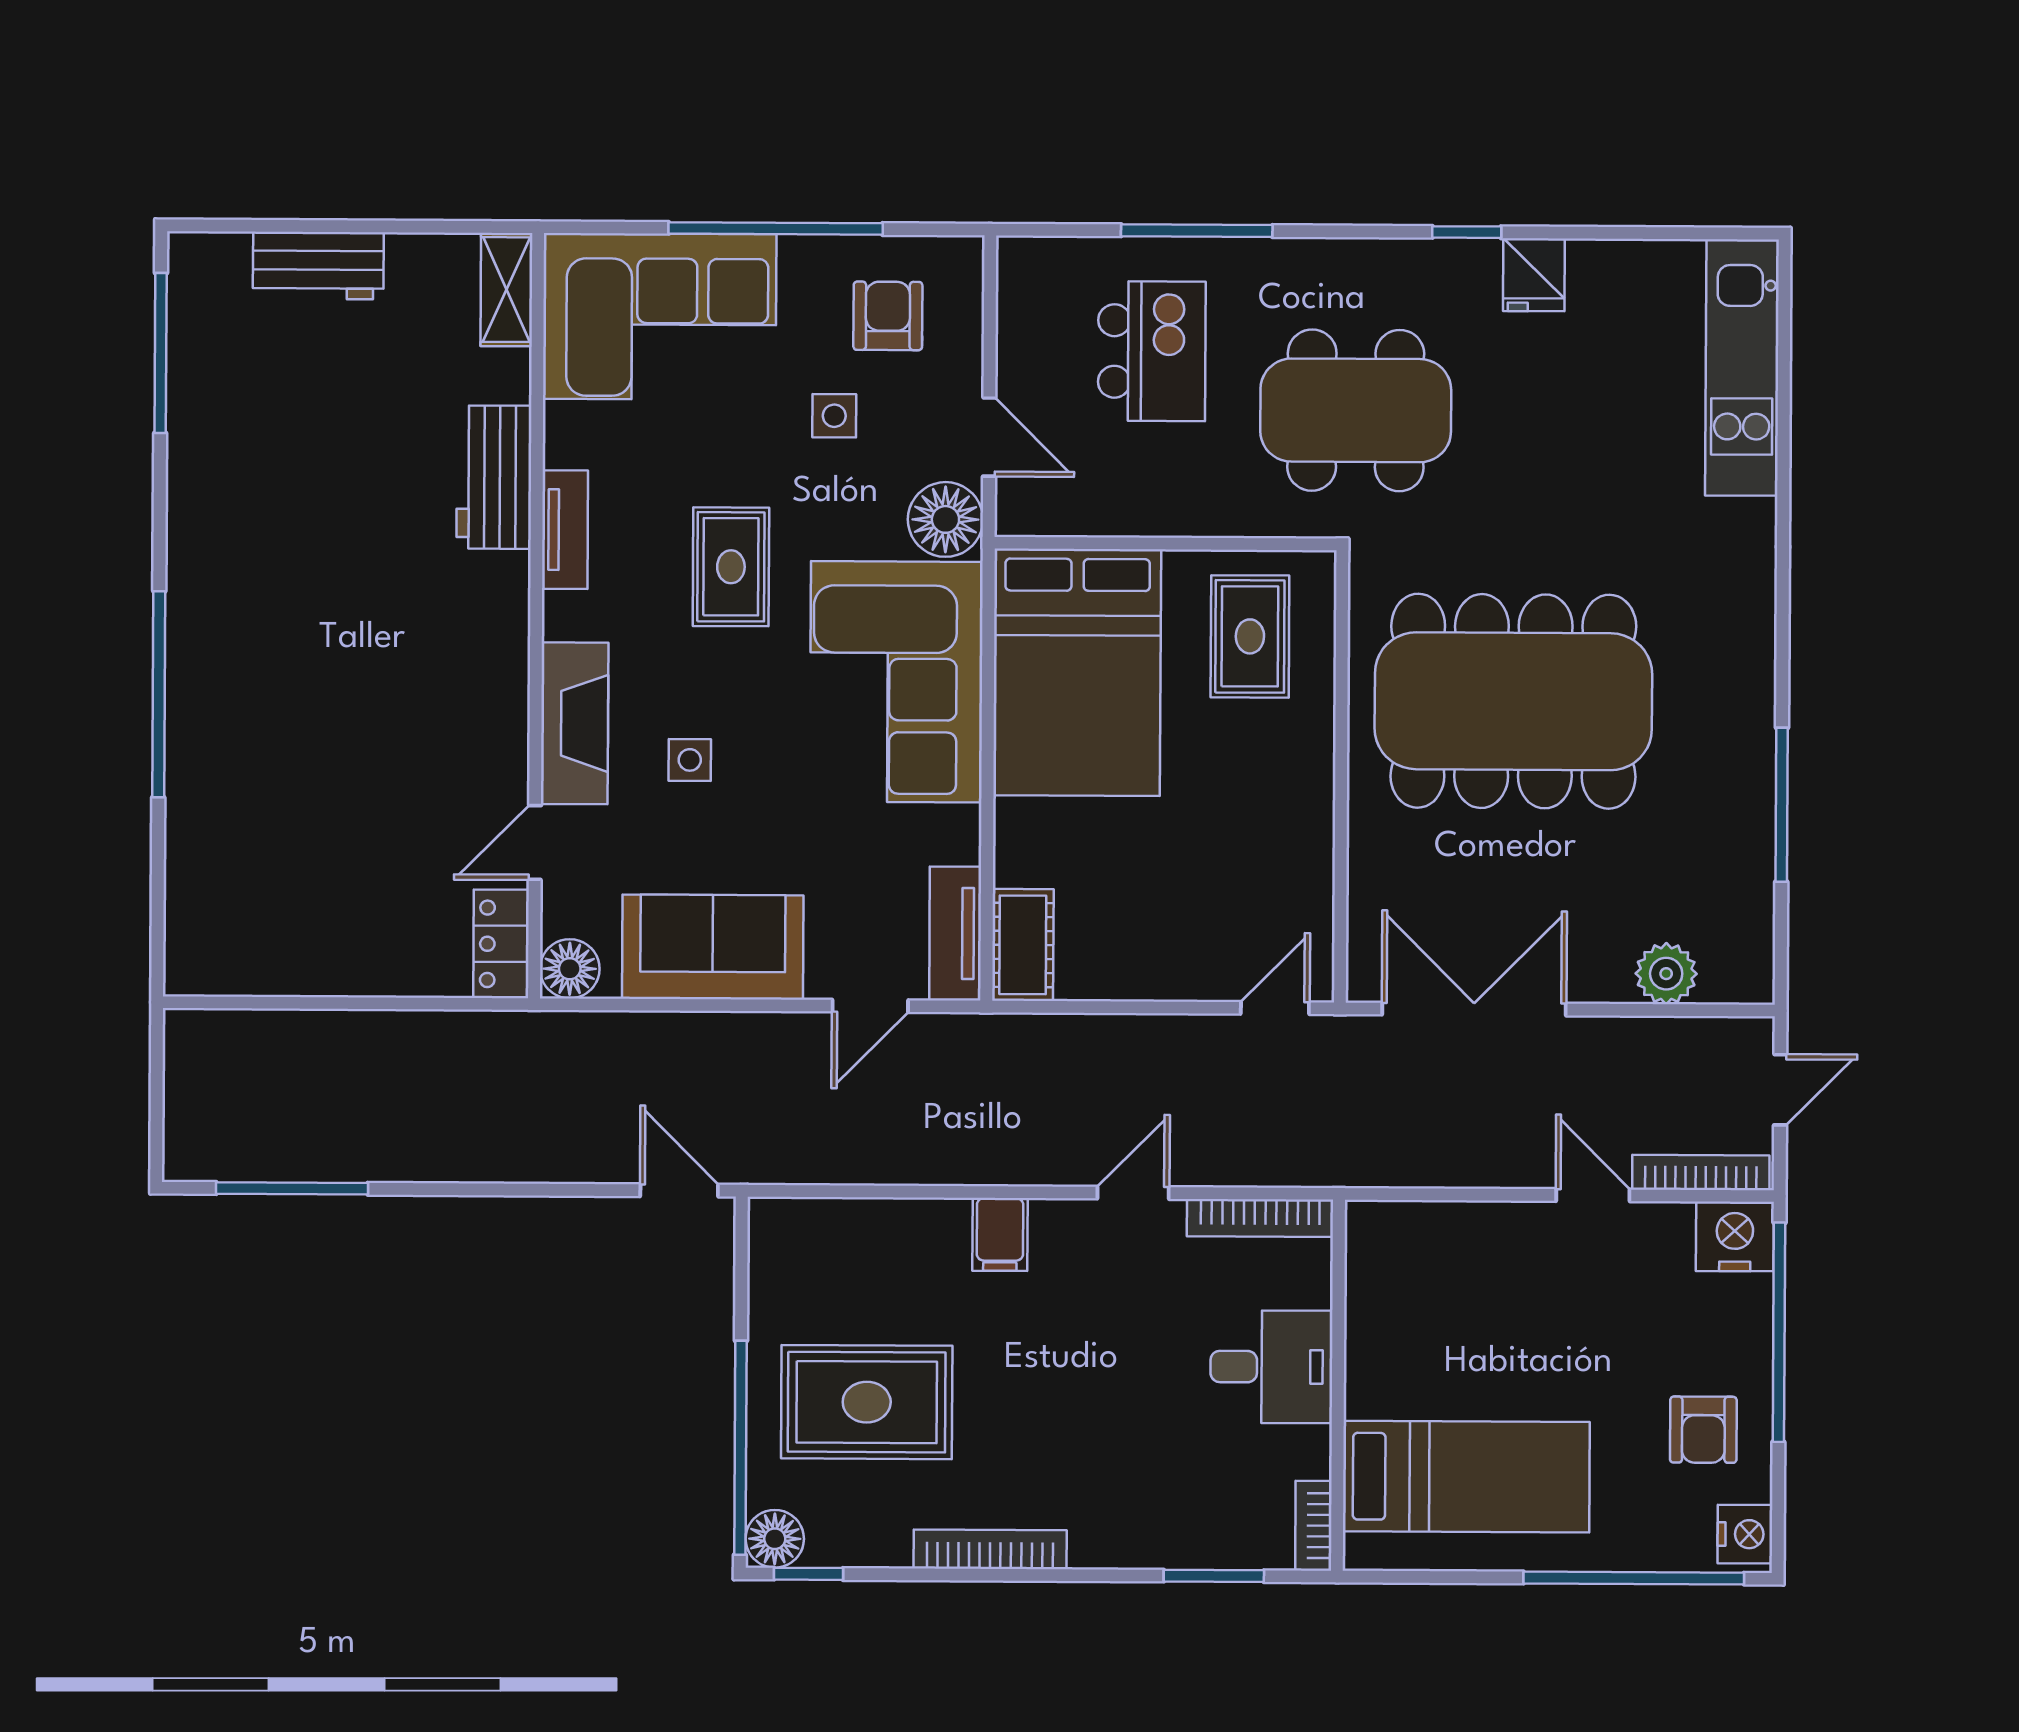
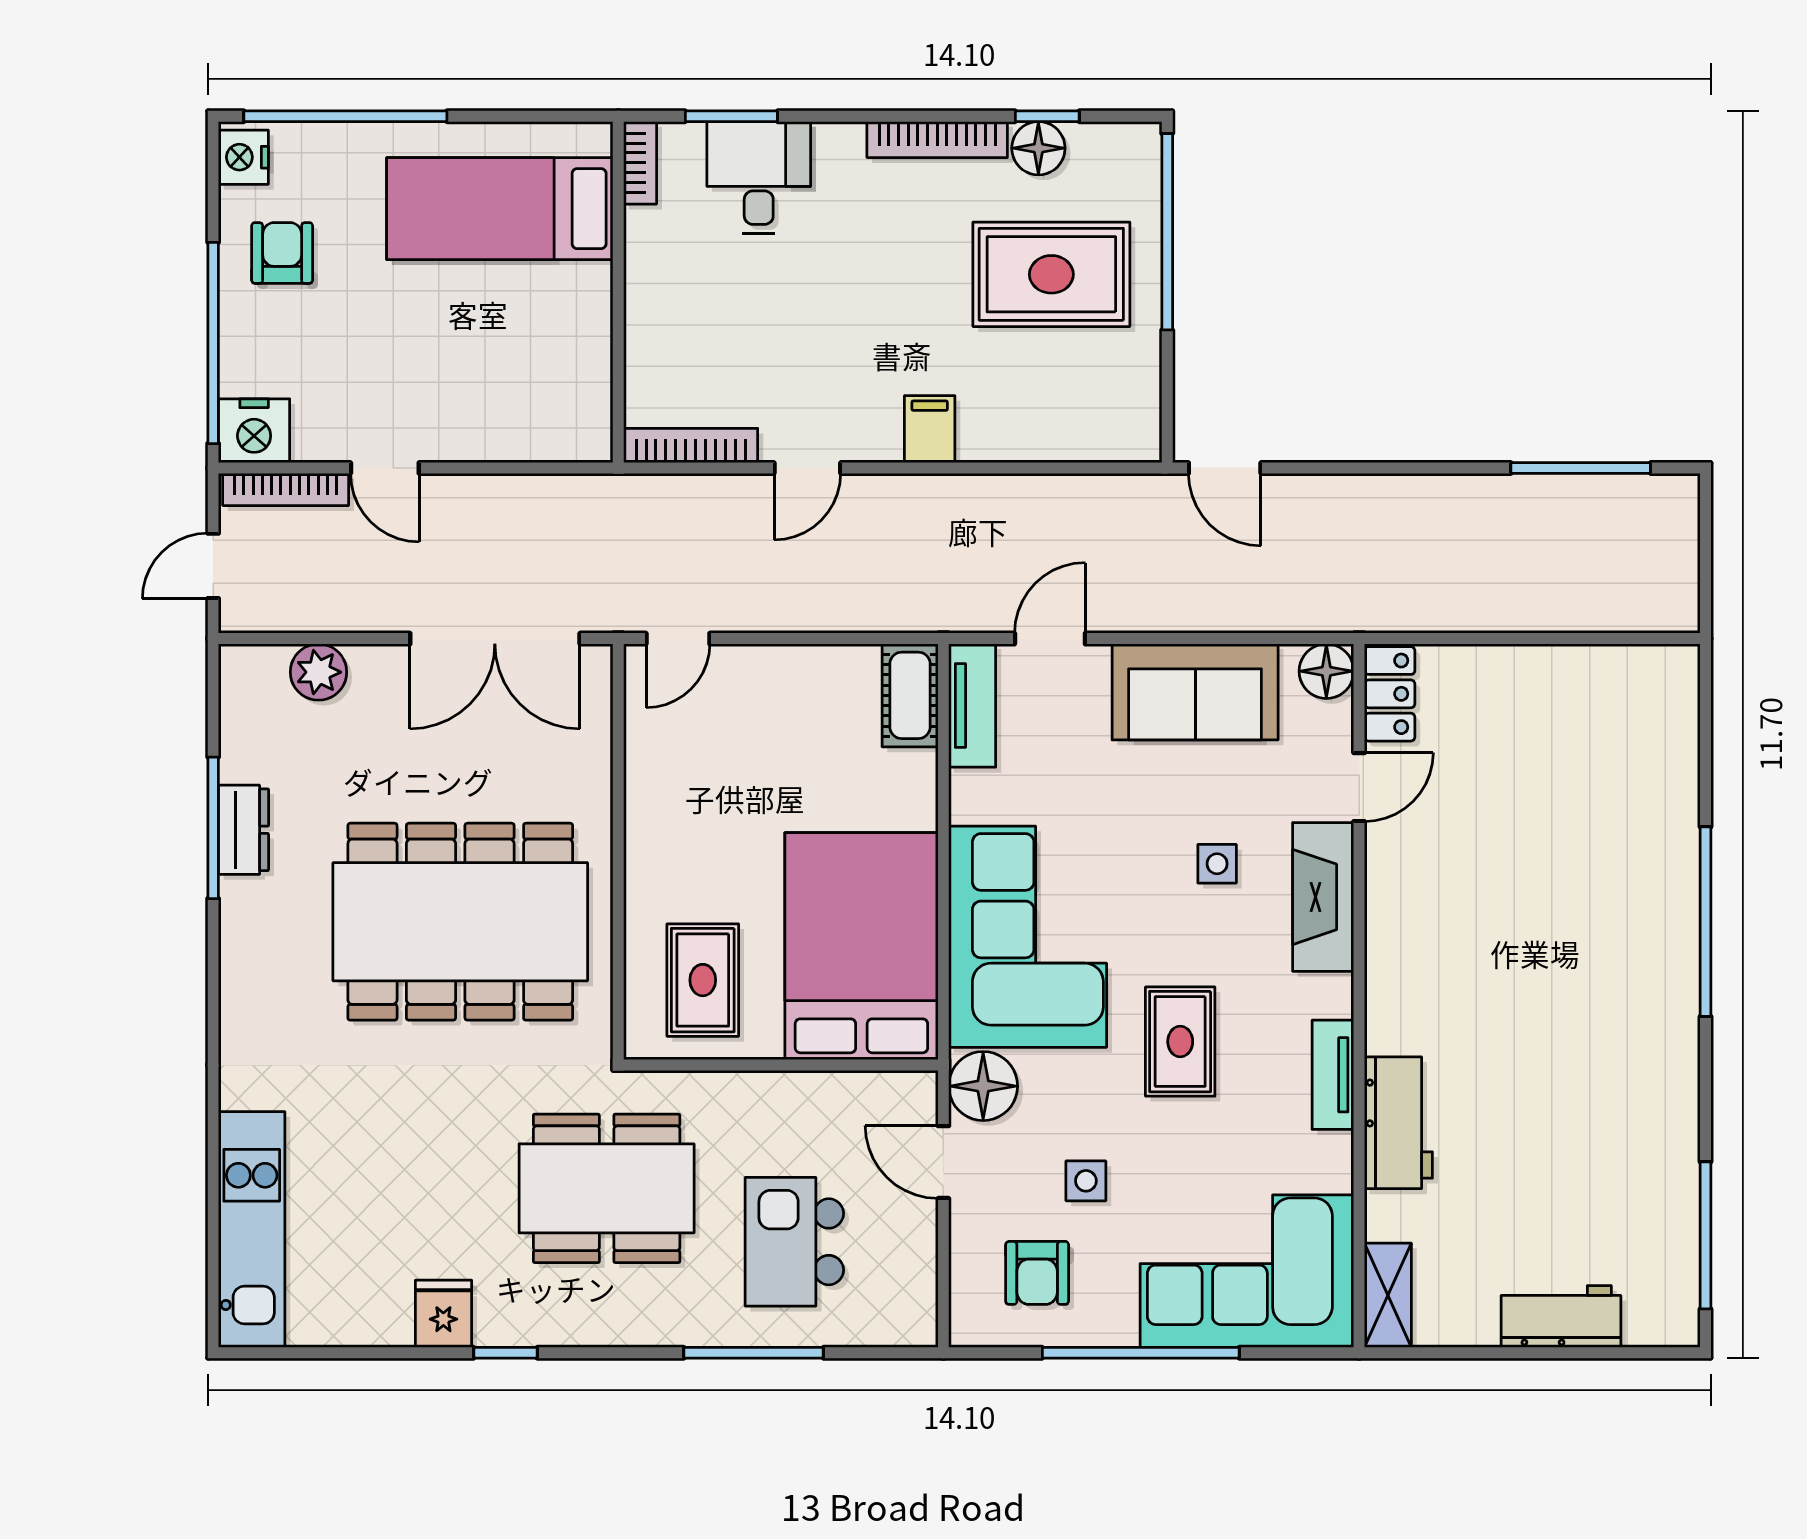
dresser: (1749, 803) -> (244, 830), added
desk: (1271, 1367) -> (759, 177), moved, turned 90
floor lamp: (775, 1539) -> (1038, 148), moved
window: (808, 1574) -> (1047, 116), moved

